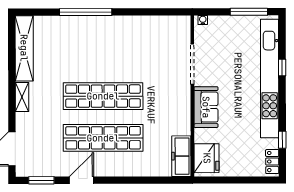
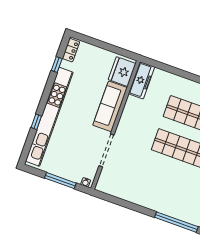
window: (249, 12) -> (60, 181), moved
sofa: (206, 107) -> (110, 106), width x1.36

